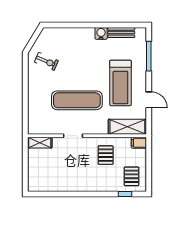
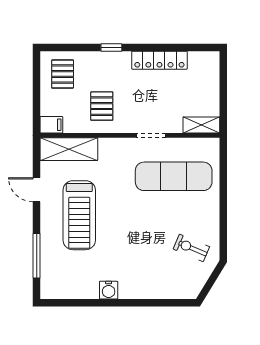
bench: (121, 33) -> (78, 291), removed
treadmill: (120, 83) -> (79, 215), turned 180
exercise mat: (77, 100) -> (174, 176), moved
locker: (67, 185) -> (159, 60), added
window: (125, 194) -> (111, 47), moved

